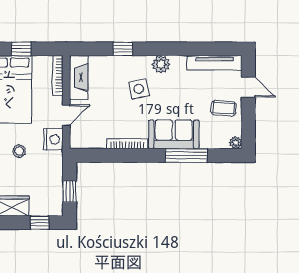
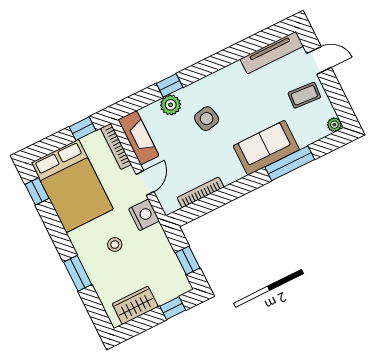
window: (21, 49) -> (82, 129), moved
plant: (161, 64) -> (171, 105), moved
bookcase: (127, 144) -> (200, 192), moved

